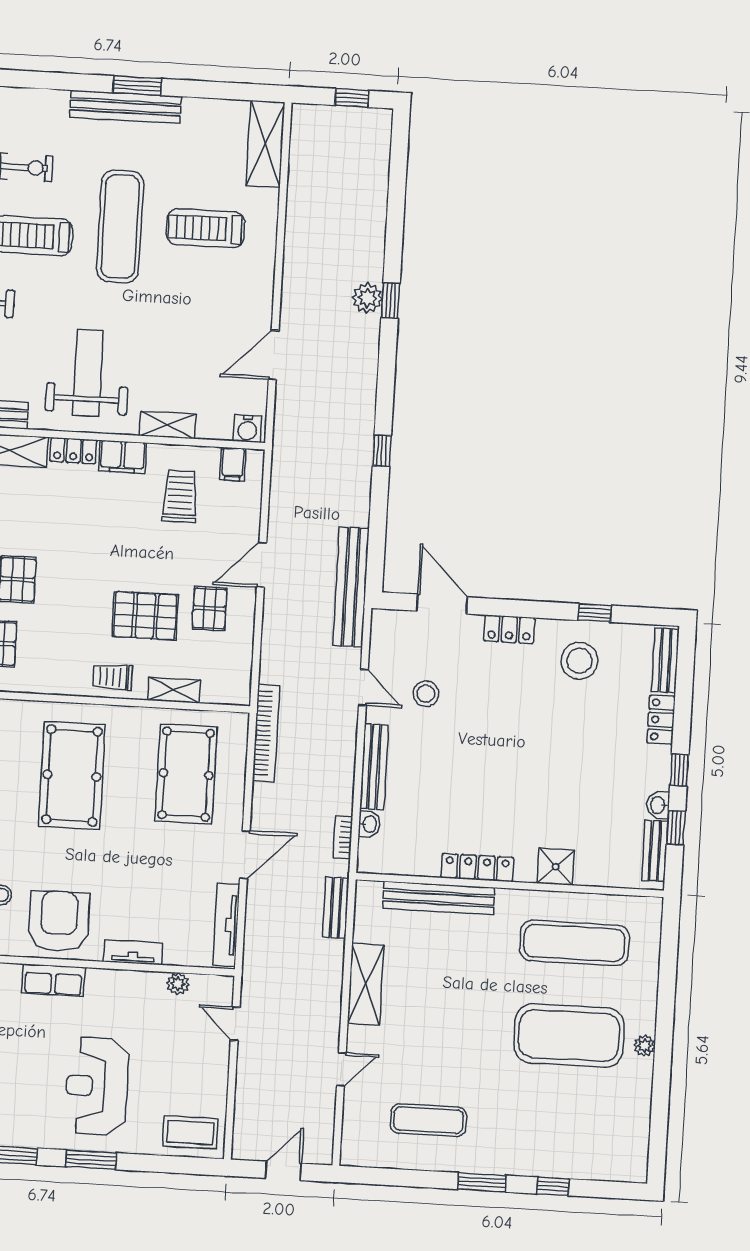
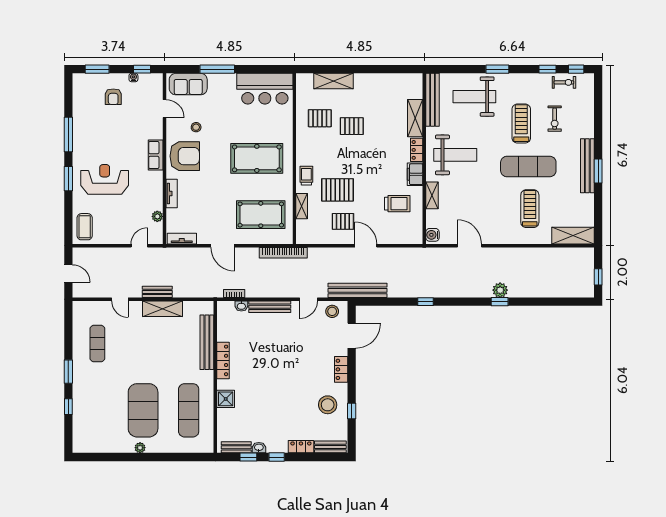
filing cabinet: (233, 464) -> (415, 229), removed
pallet: (145, 616) -> (337, 190), turned 90
stool: (426, 694) -> (332, 311), moved
bench: (336, 908) -> (157, 292), moved
tv unit: (226, 925) -> (182, 239), width x0.71

